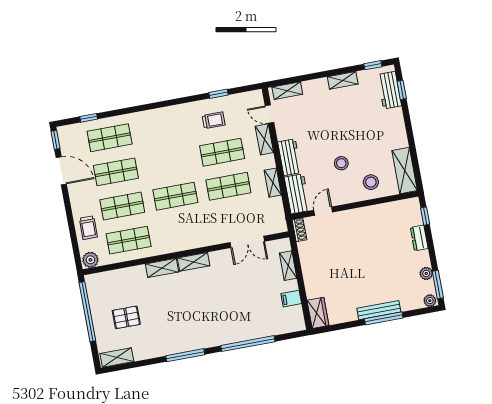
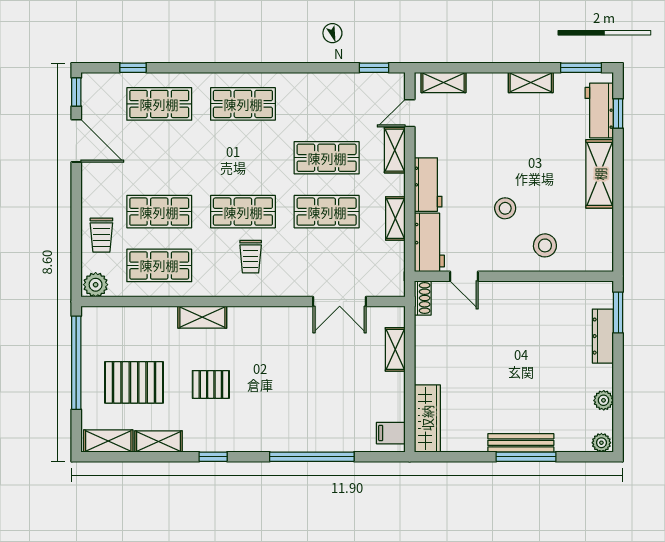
window: (373, 65) -> (581, 68), width x1.50
window: (219, 94) -> (374, 68), moved
door: (269, 114) -> (410, 113), hinge flipped
trolley: (214, 120) -> (251, 257), moved, turned 90
shelving: (405, 170) -> (600, 174), moved
shop shelf: (116, 172) -> (243, 104), moved
door: (323, 211) -> (464, 276), swing flipped
window: (425, 216) -> (618, 312), width x1.50
dresser: (419, 238) -> (603, 336), width x1.44
shelving: (194, 262) -> (158, 441), moved
window: (438, 284) -> (618, 420), removed
filing cabinet: (291, 299) -> (391, 433), moved
pallet: (175, 310) -> (211, 384), added
wardrobe: (318, 313) -> (427, 418), width x1.50
pallet: (126, 317) -> (134, 382), width x1.50, depth x1.42
window: (185, 355) -> (213, 457), width x0.46

